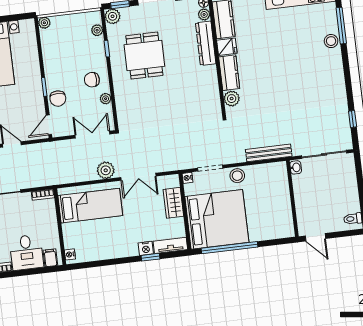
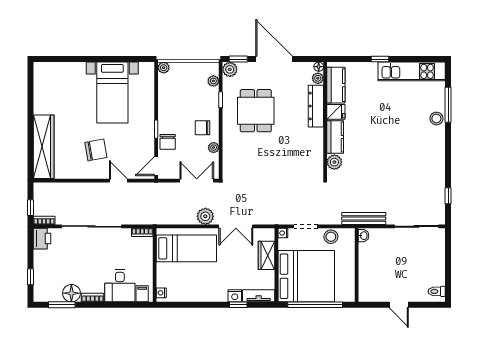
washbasin: (296, 167) -> (364, 236), moved
wall: (292, 199) -> (357, 265), moved

